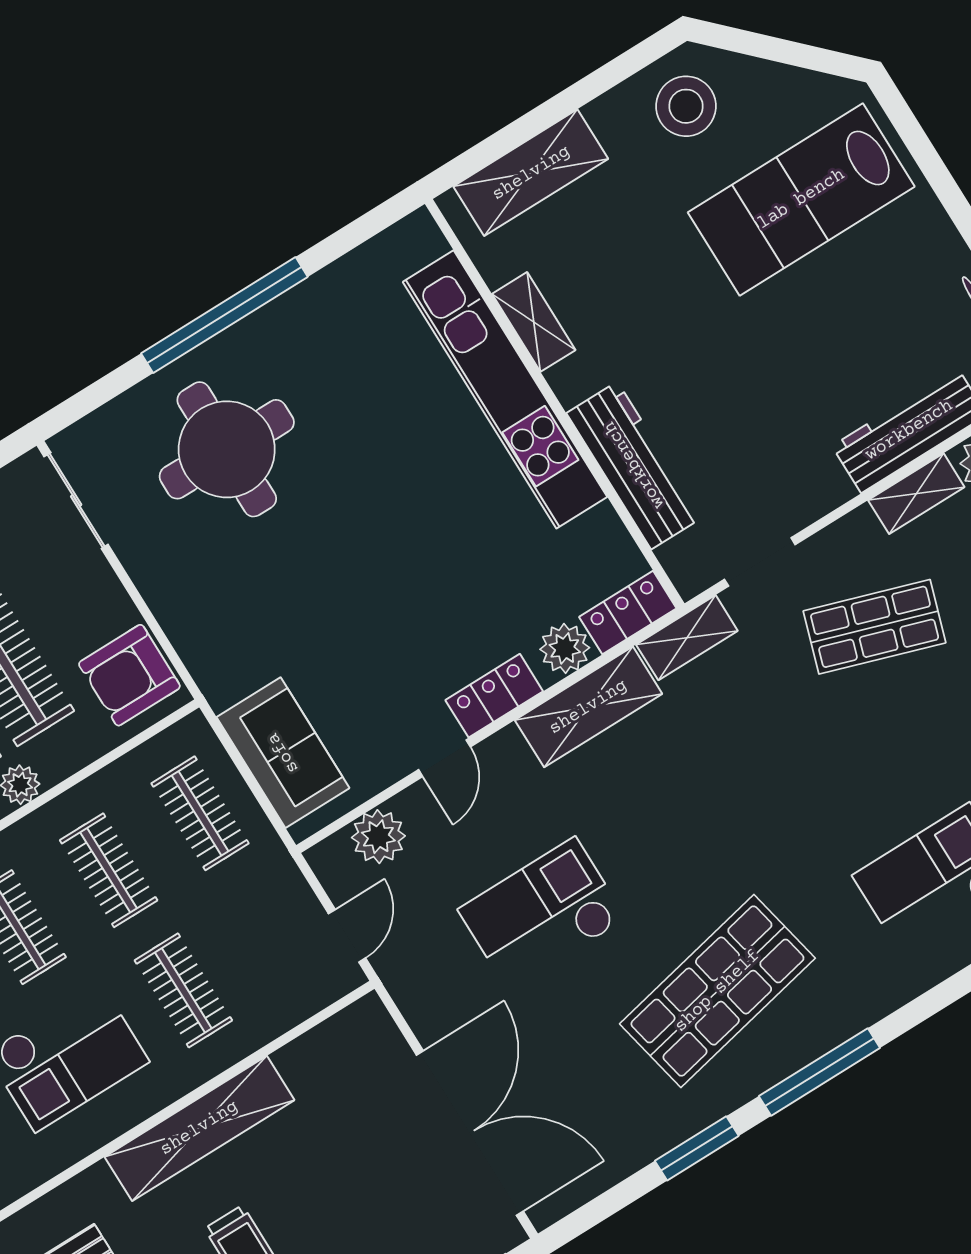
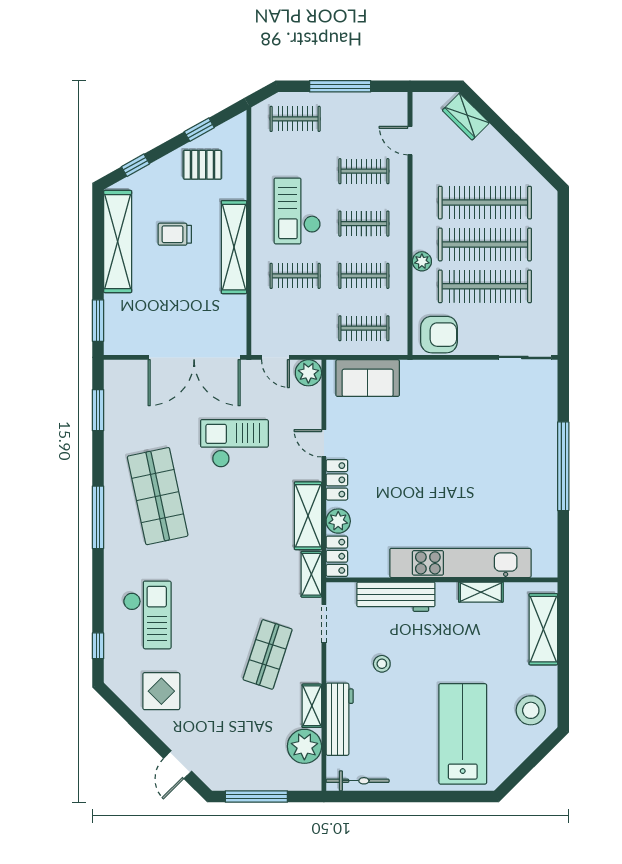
stool: (767, 417) -> (382, 664), added
round table: (227, 449) -> (507, 433), removed
armchair: (129, 675) -> (439, 335), turned 90
plant: (378, 837) -> (308, 373), moved
checkout: (542, 914) -> (234, 443), turned -90
double door: (470, 1133) -> (194, 357), moved
window: (697, 1148) -> (98, 410), moved

